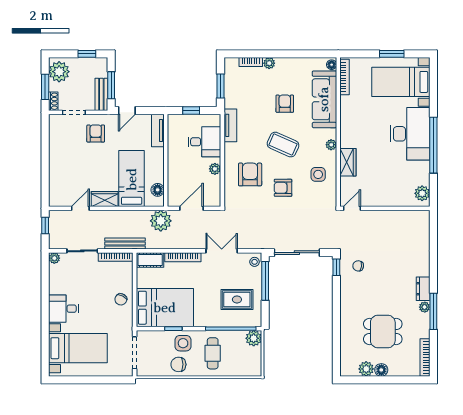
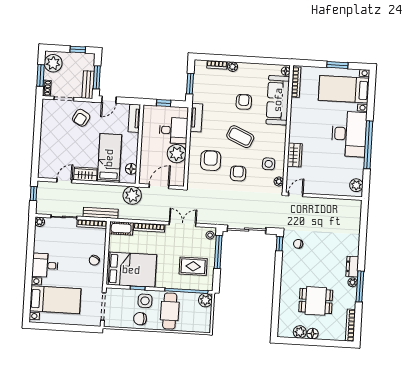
armchair: (96, 134) -> (81, 118), turned -151
plant: (331, 145) -> (279, 181), moved
plant: (215, 169) -> (177, 154), width x1.88, depth x1.88
armchair: (283, 188) -> (238, 173), turned 90
cafe table: (213, 353) -> (170, 311), width x1.37, depth x1.35

